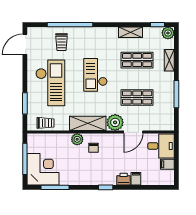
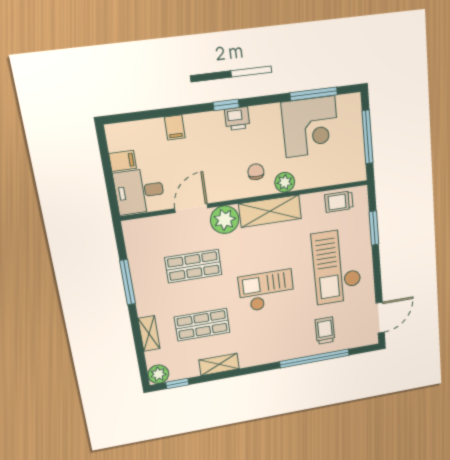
checkout: (95, 75) -> (267, 291), turned -90
corner desk: (43, 169) -> (310, 127), moved, turned -90
printer: (124, 179) -> (237, 119), moved

